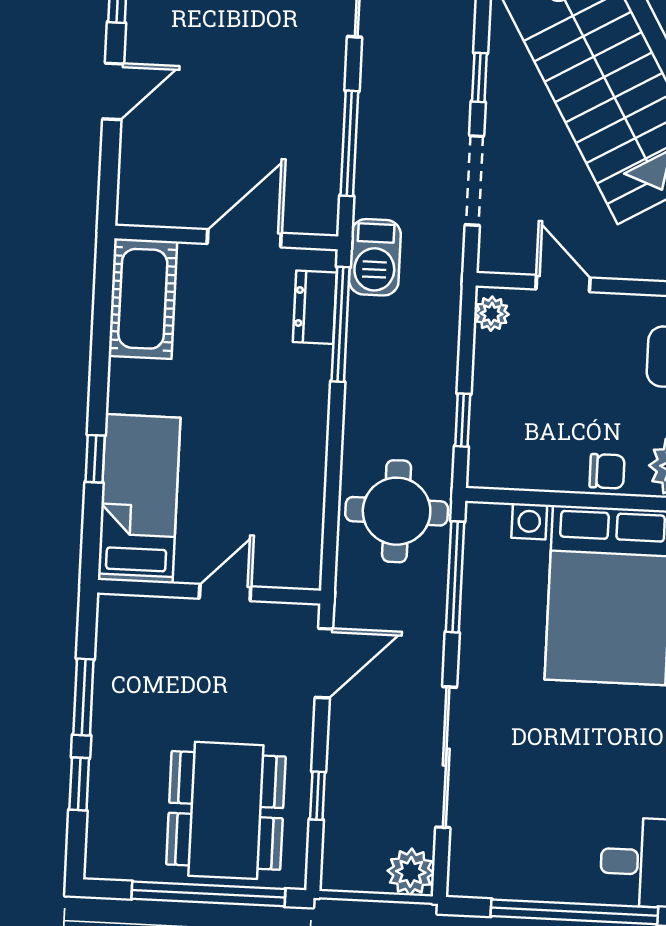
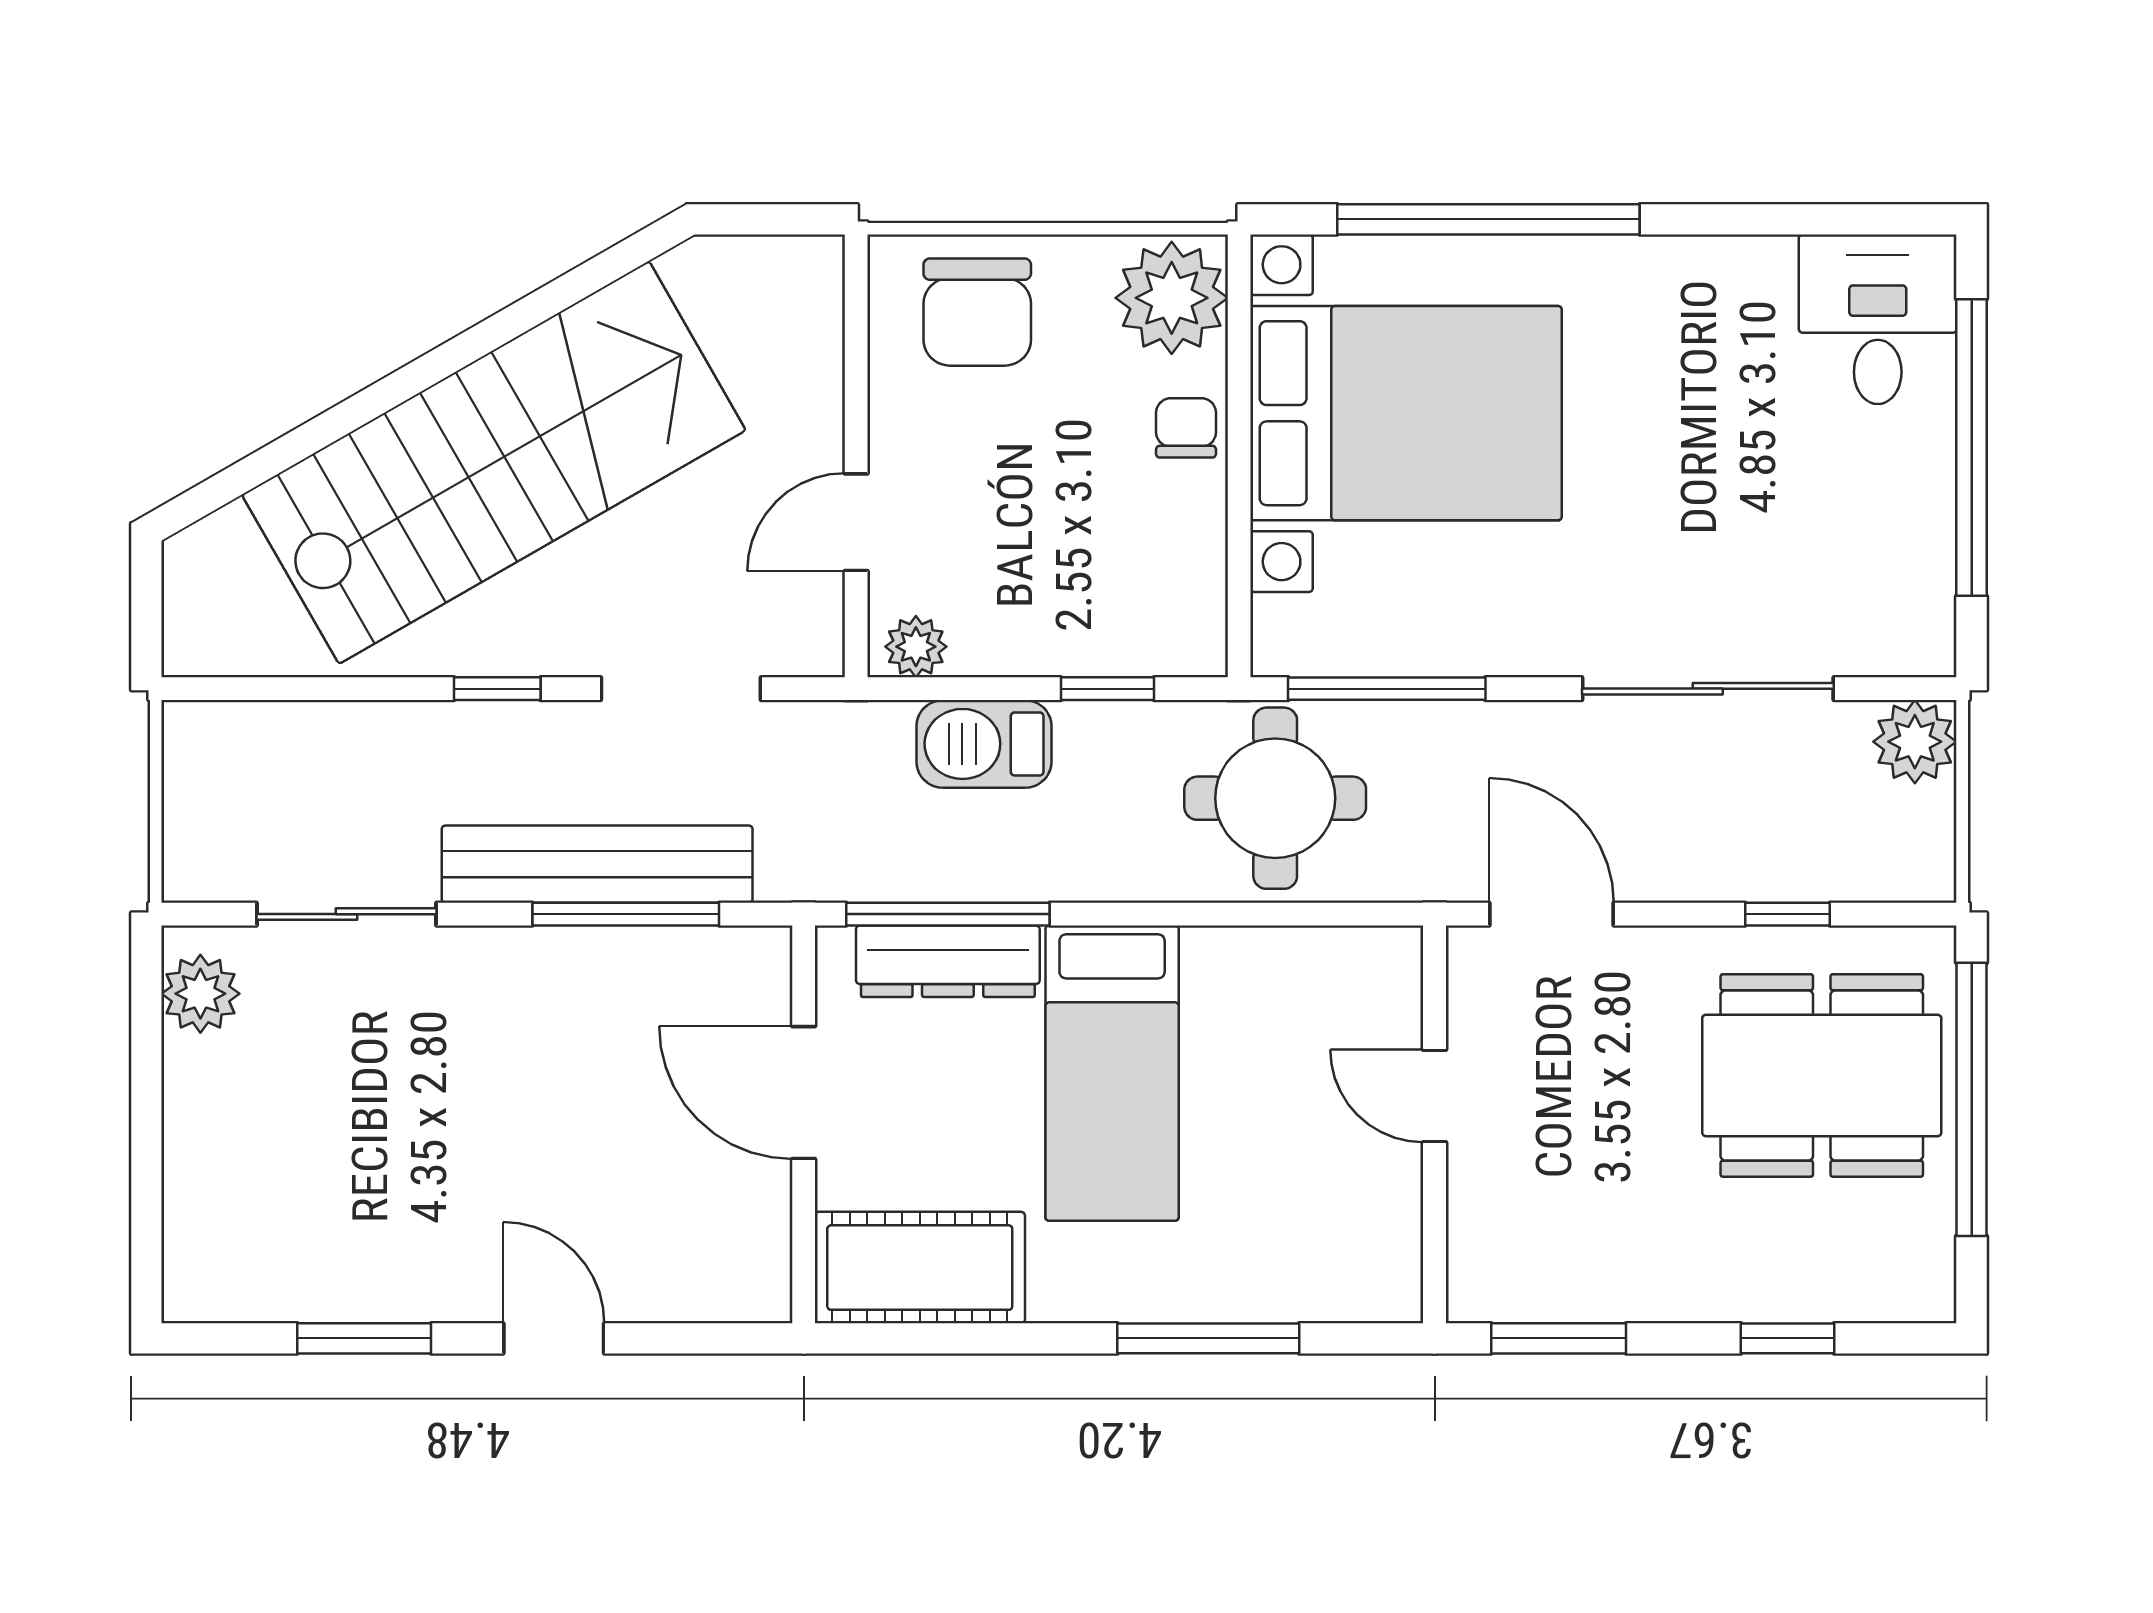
bench: (378, 129) -> (597, 864), added
barbecue: (375, 257) -> (984, 744), moved, turned 180
dresser: (315, 307) -> (948, 961), width x1.44
window: (95, 459) -> (1208, 1338), width x2.17
bed: (139, 499) -> (1112, 1073), moved, turned -90
window: (83, 697) -> (1559, 1338), moved

